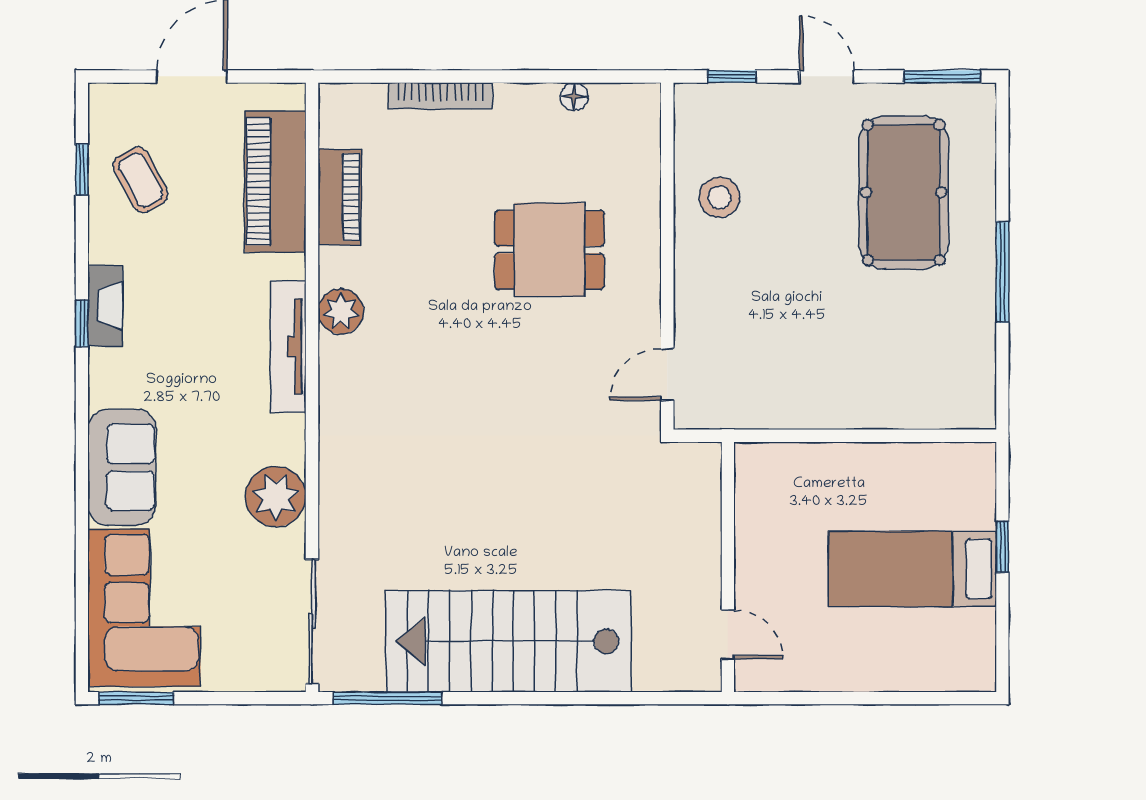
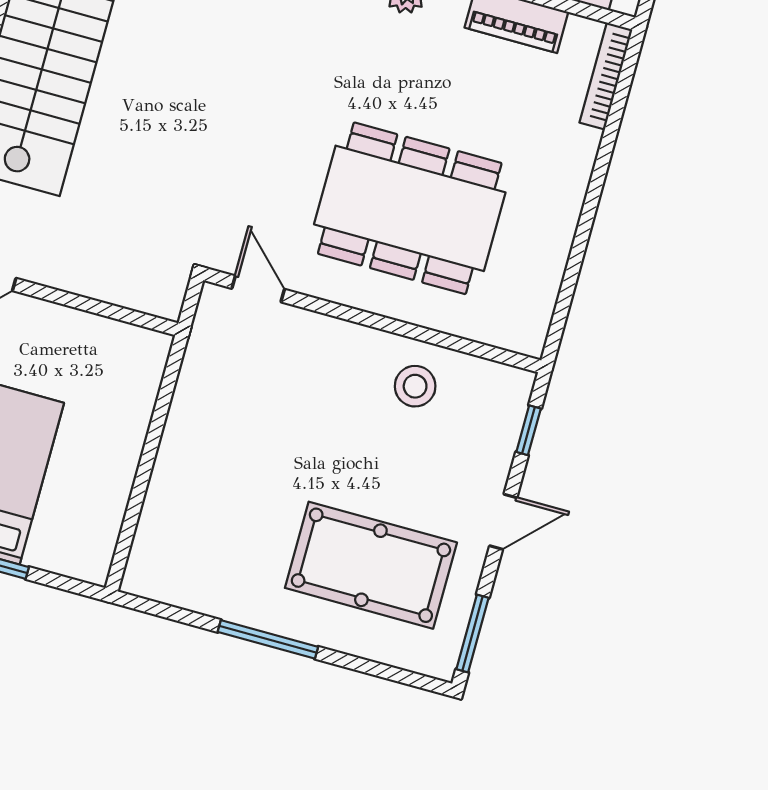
bookcase: (440, 96) -> (606, 76), moved
floor lamp: (574, 97) -> (551, 273), removed
dining table: (550, 250) -> (410, 208), width x1.88, depth x1.24

